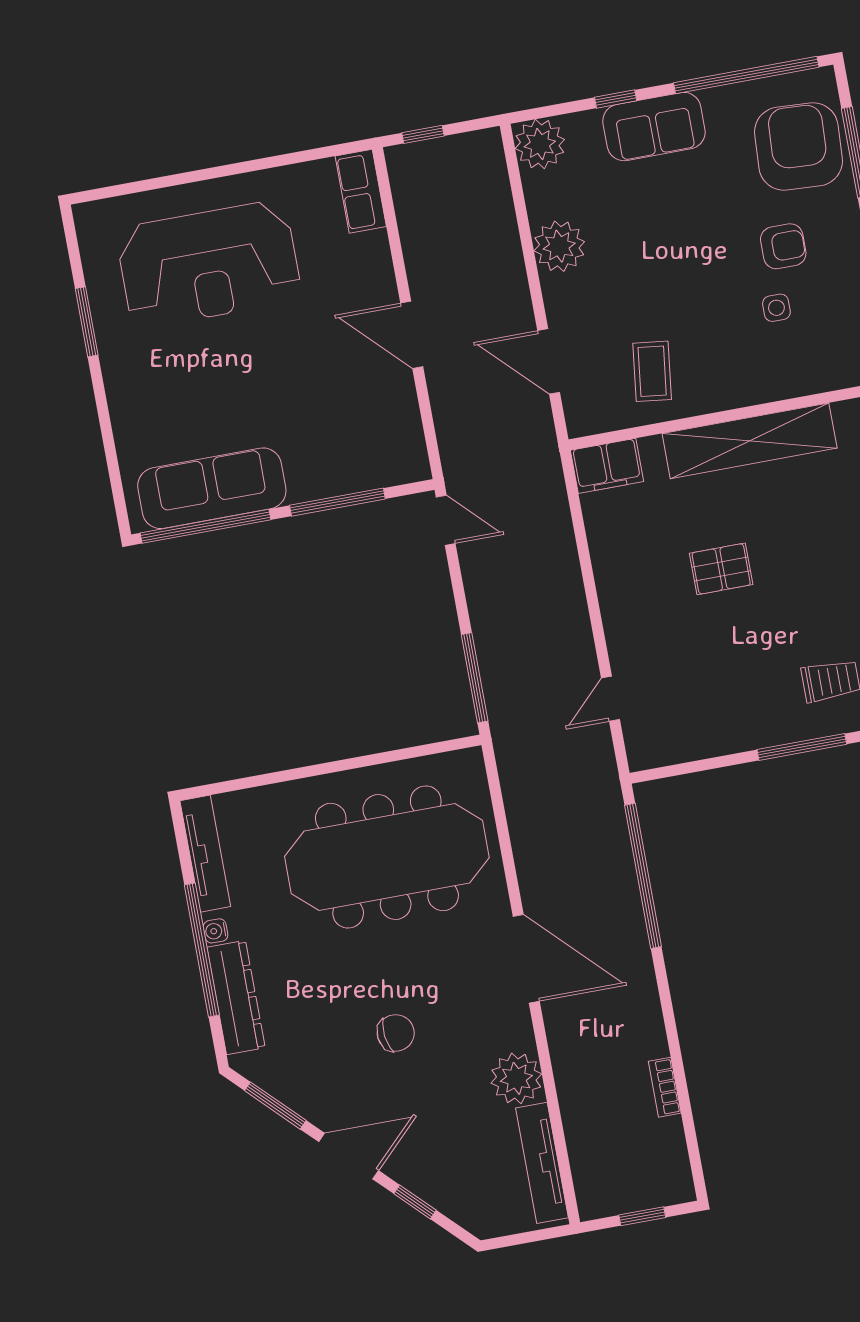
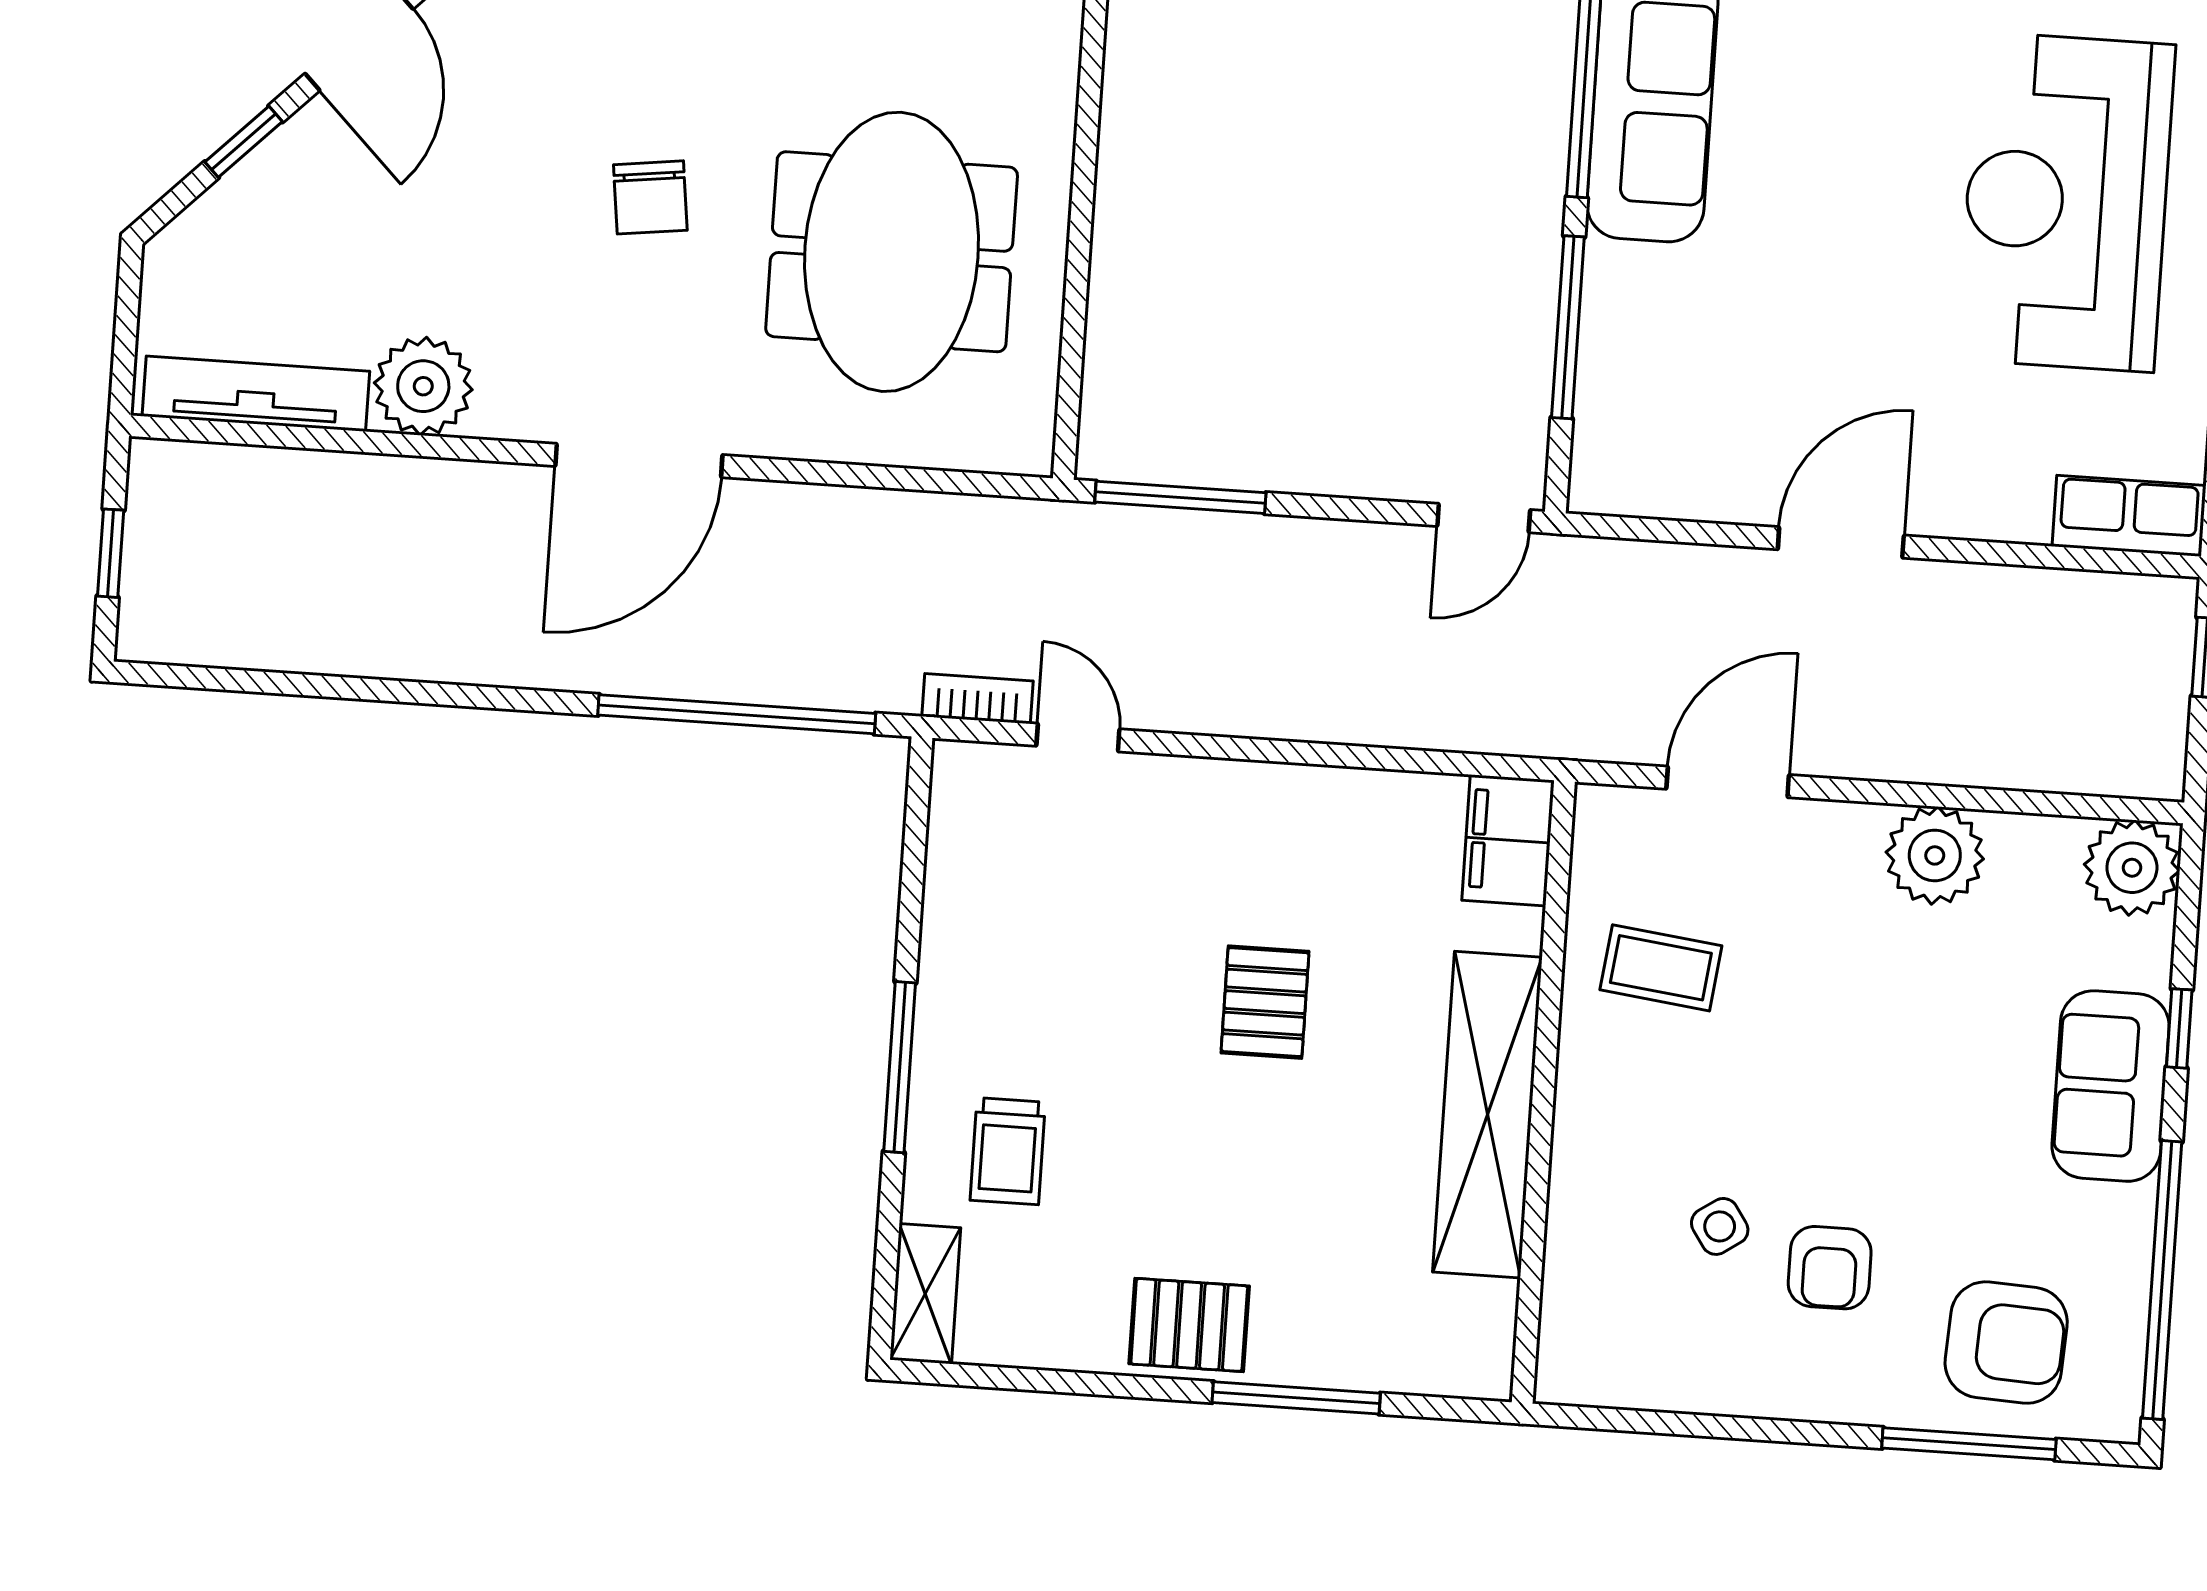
armchair: (798, 146) -> (2006, 1343), width x0.73, depth x0.73
side table: (776, 308) -> (1720, 1226), turned -34
meeting table: (387, 857) -> (892, 252), width x0.73
chair: (396, 1033) -> (650, 197), moved
bookcase: (665, 1087) -> (977, 699), moved

